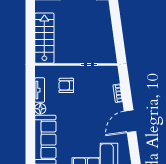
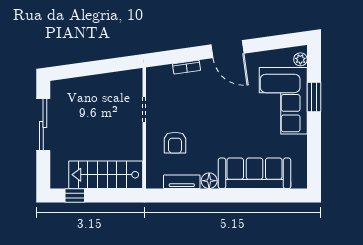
window: (30, 17) -> (75, 195), added

